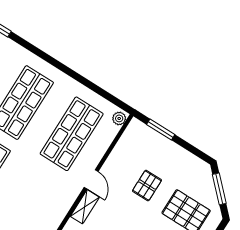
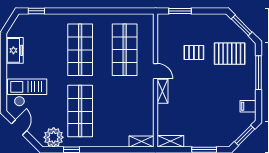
plant: (119, 118) -> (149, 21), removed
pallet: (147, 186) -> (194, 52), turned 90

